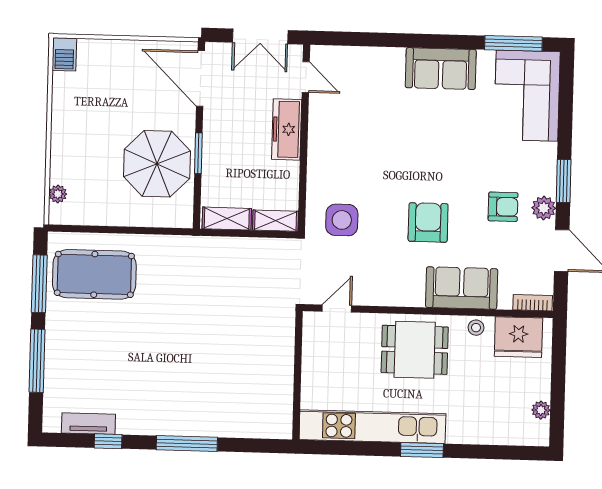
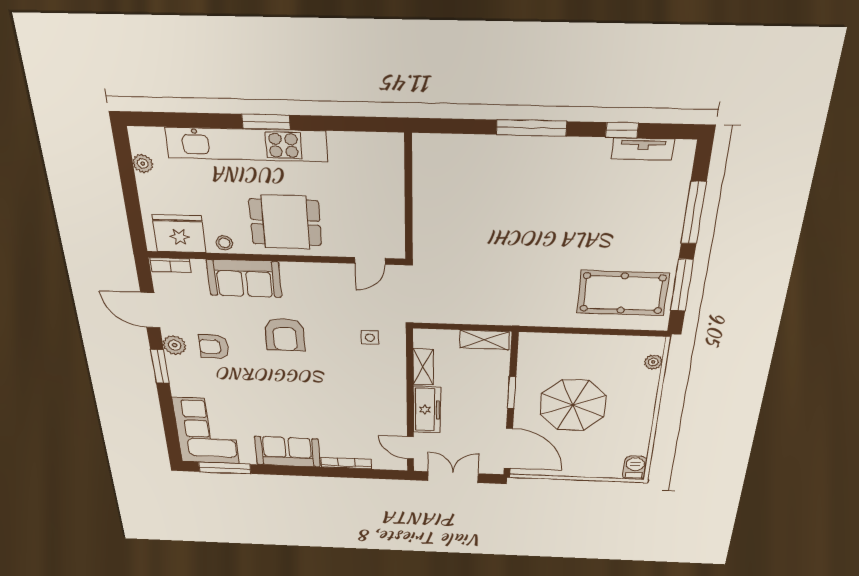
bookcase: (377, 54) -> (346, 463), added
parasol: (157, 164) -> (573, 405), moved
side table: (342, 220) -> (370, 338), width x0.54, depth x0.54
shelving: (276, 221) -> (423, 367), moved, turned 90
kitchen unit: (372, 427) -> (247, 144), moved

